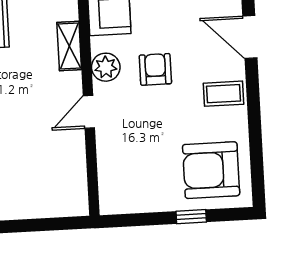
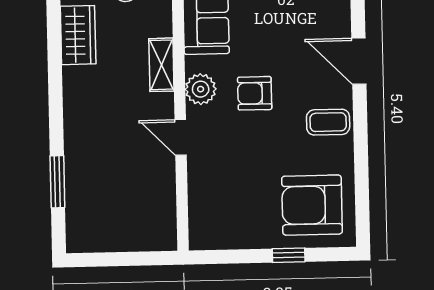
armchair: (155, 69) -> (255, 93), turned -90
door: (89, 112) -> (181, 137), hinge flipped

